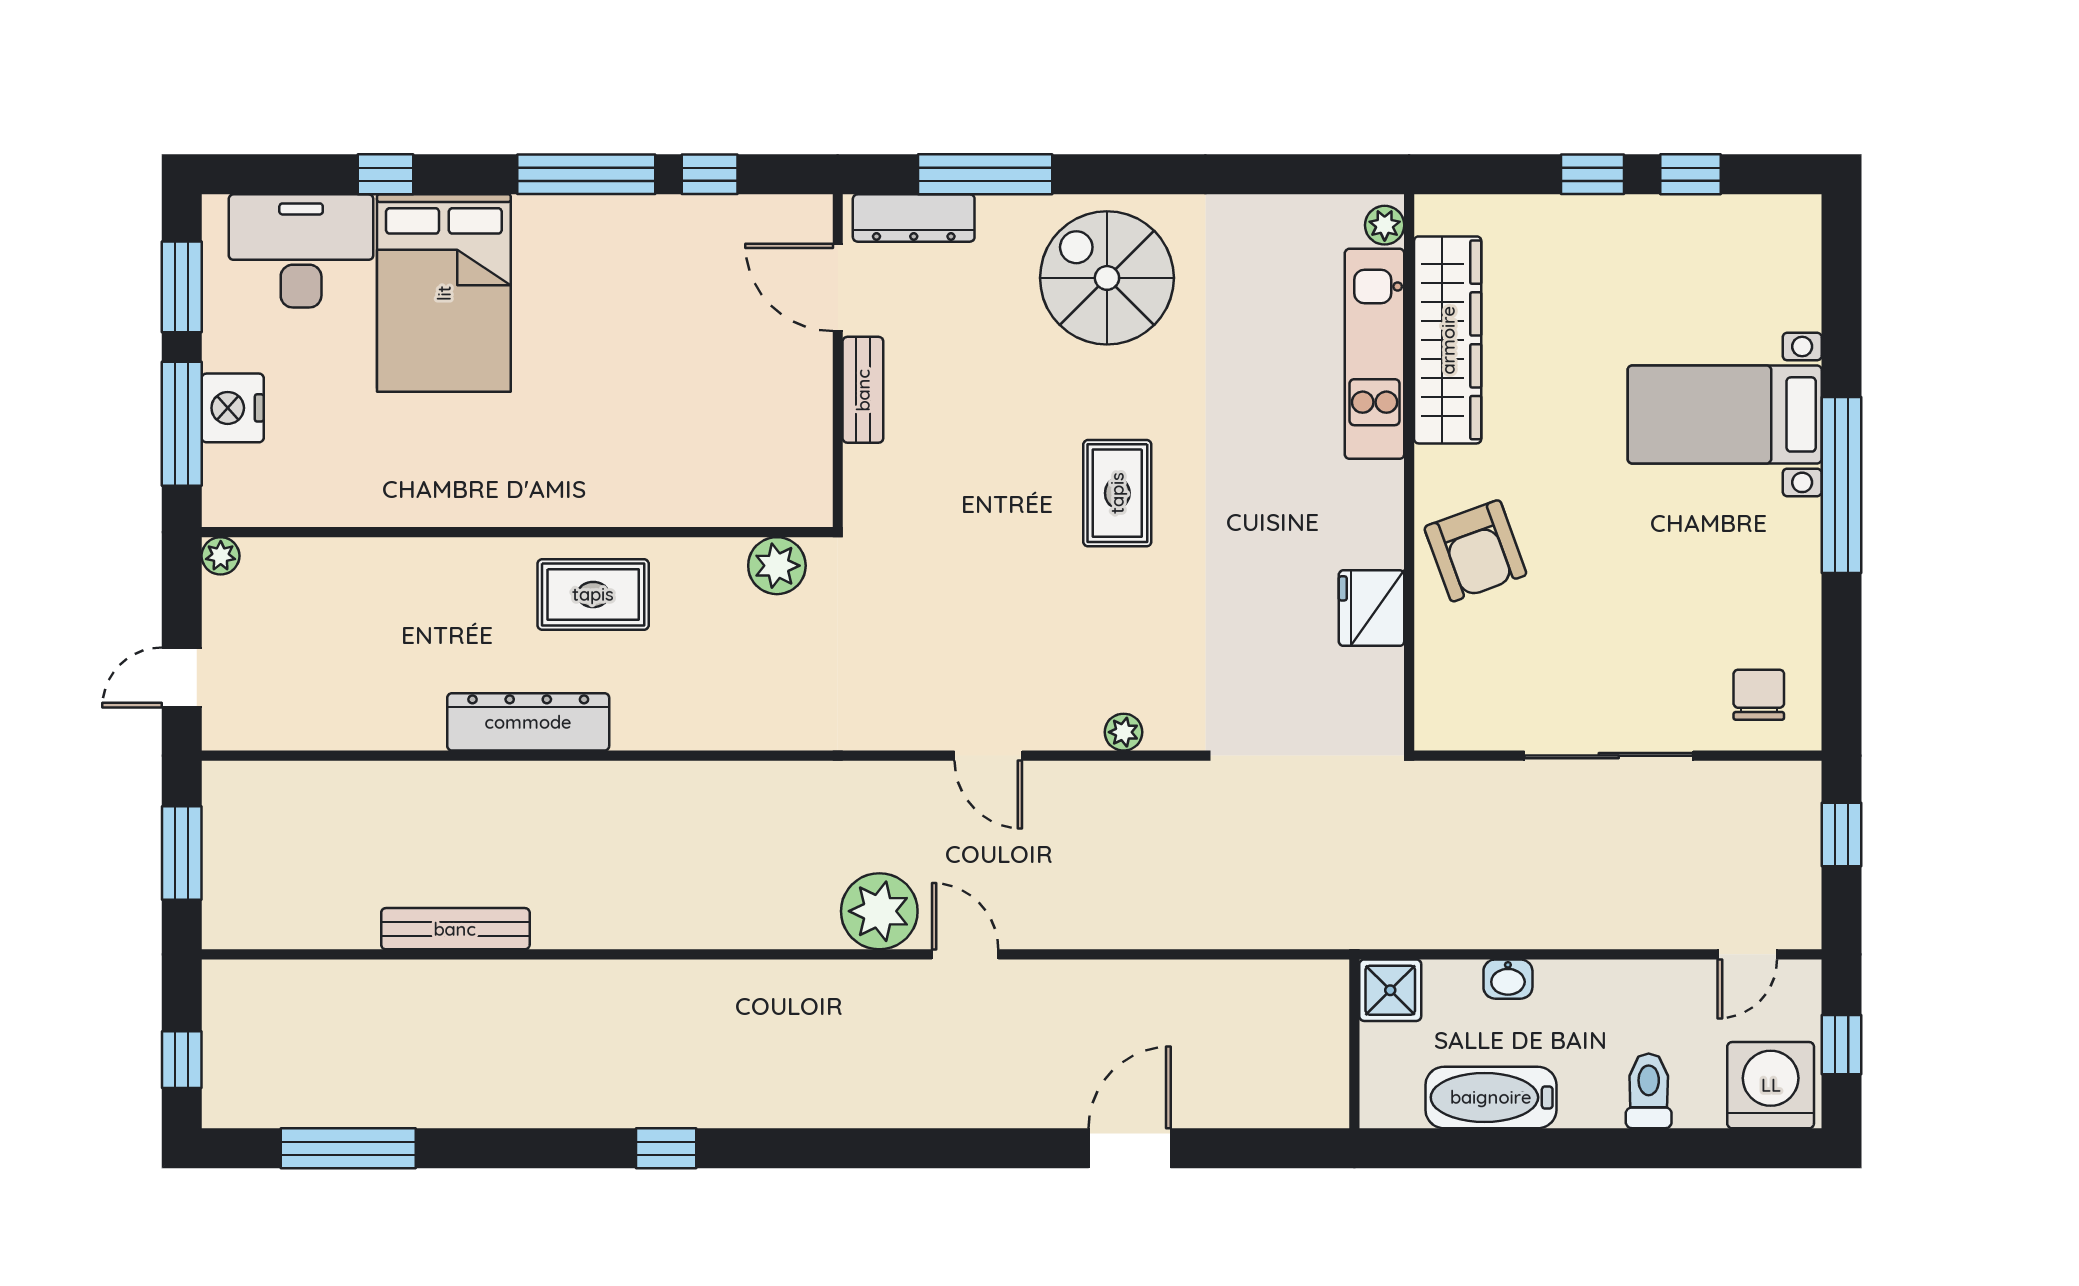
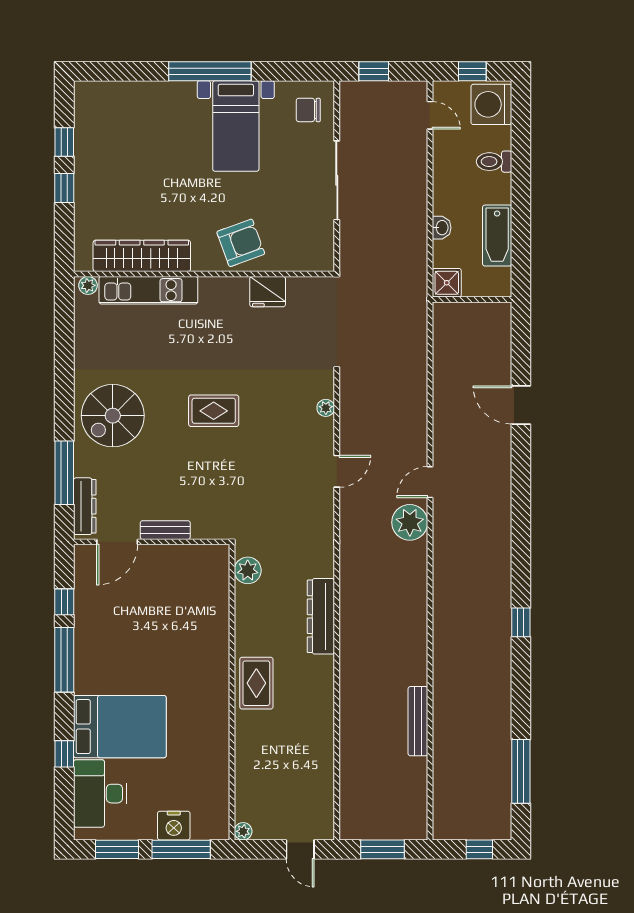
bed with nightstands: (1725, 414) -> (236, 126), moved
rug: (593, 594) -> (256, 683), moved
dresser: (528, 722) -> (321, 616), moved

